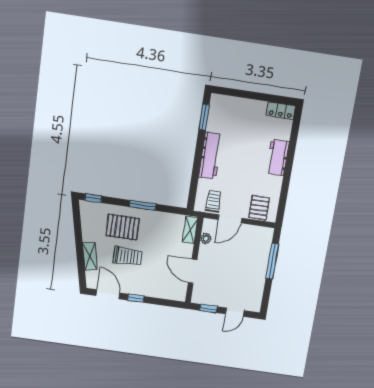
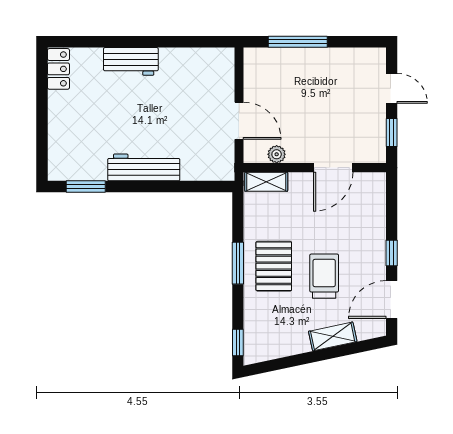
trolley: (214, 201) -> (215, 151), removed
pallet: (259, 208) -> (214, 77), removed
pallet: (123, 227) -> (274, 266), moved

